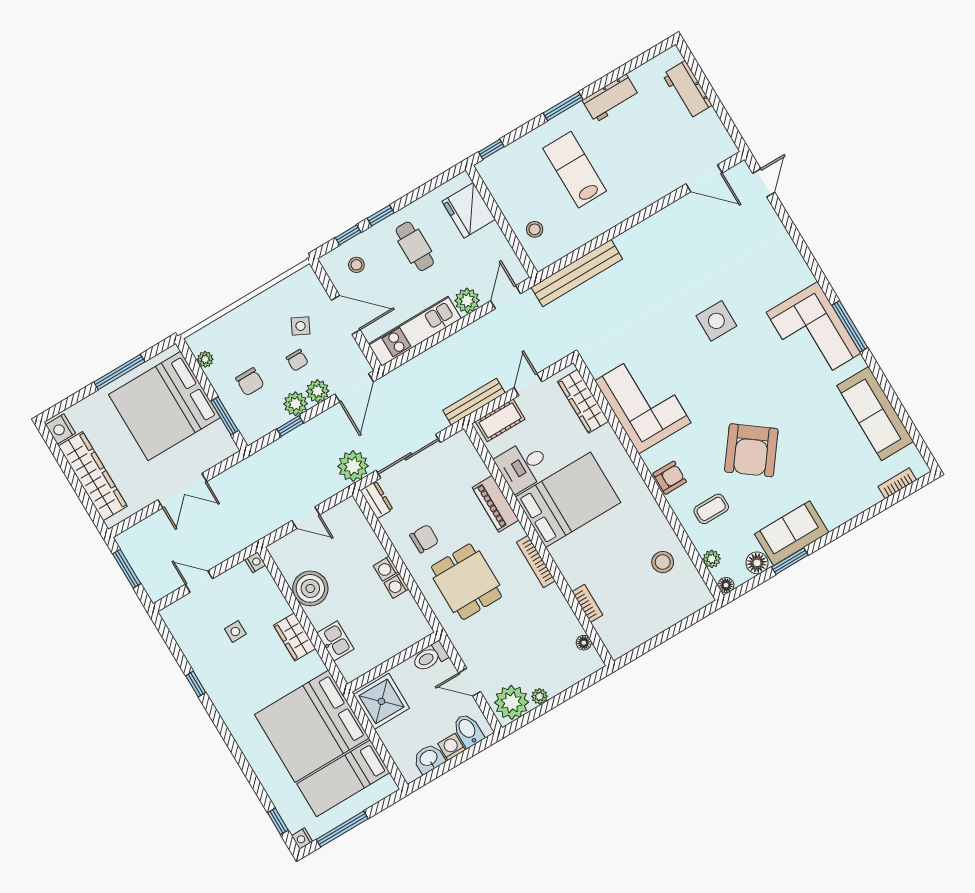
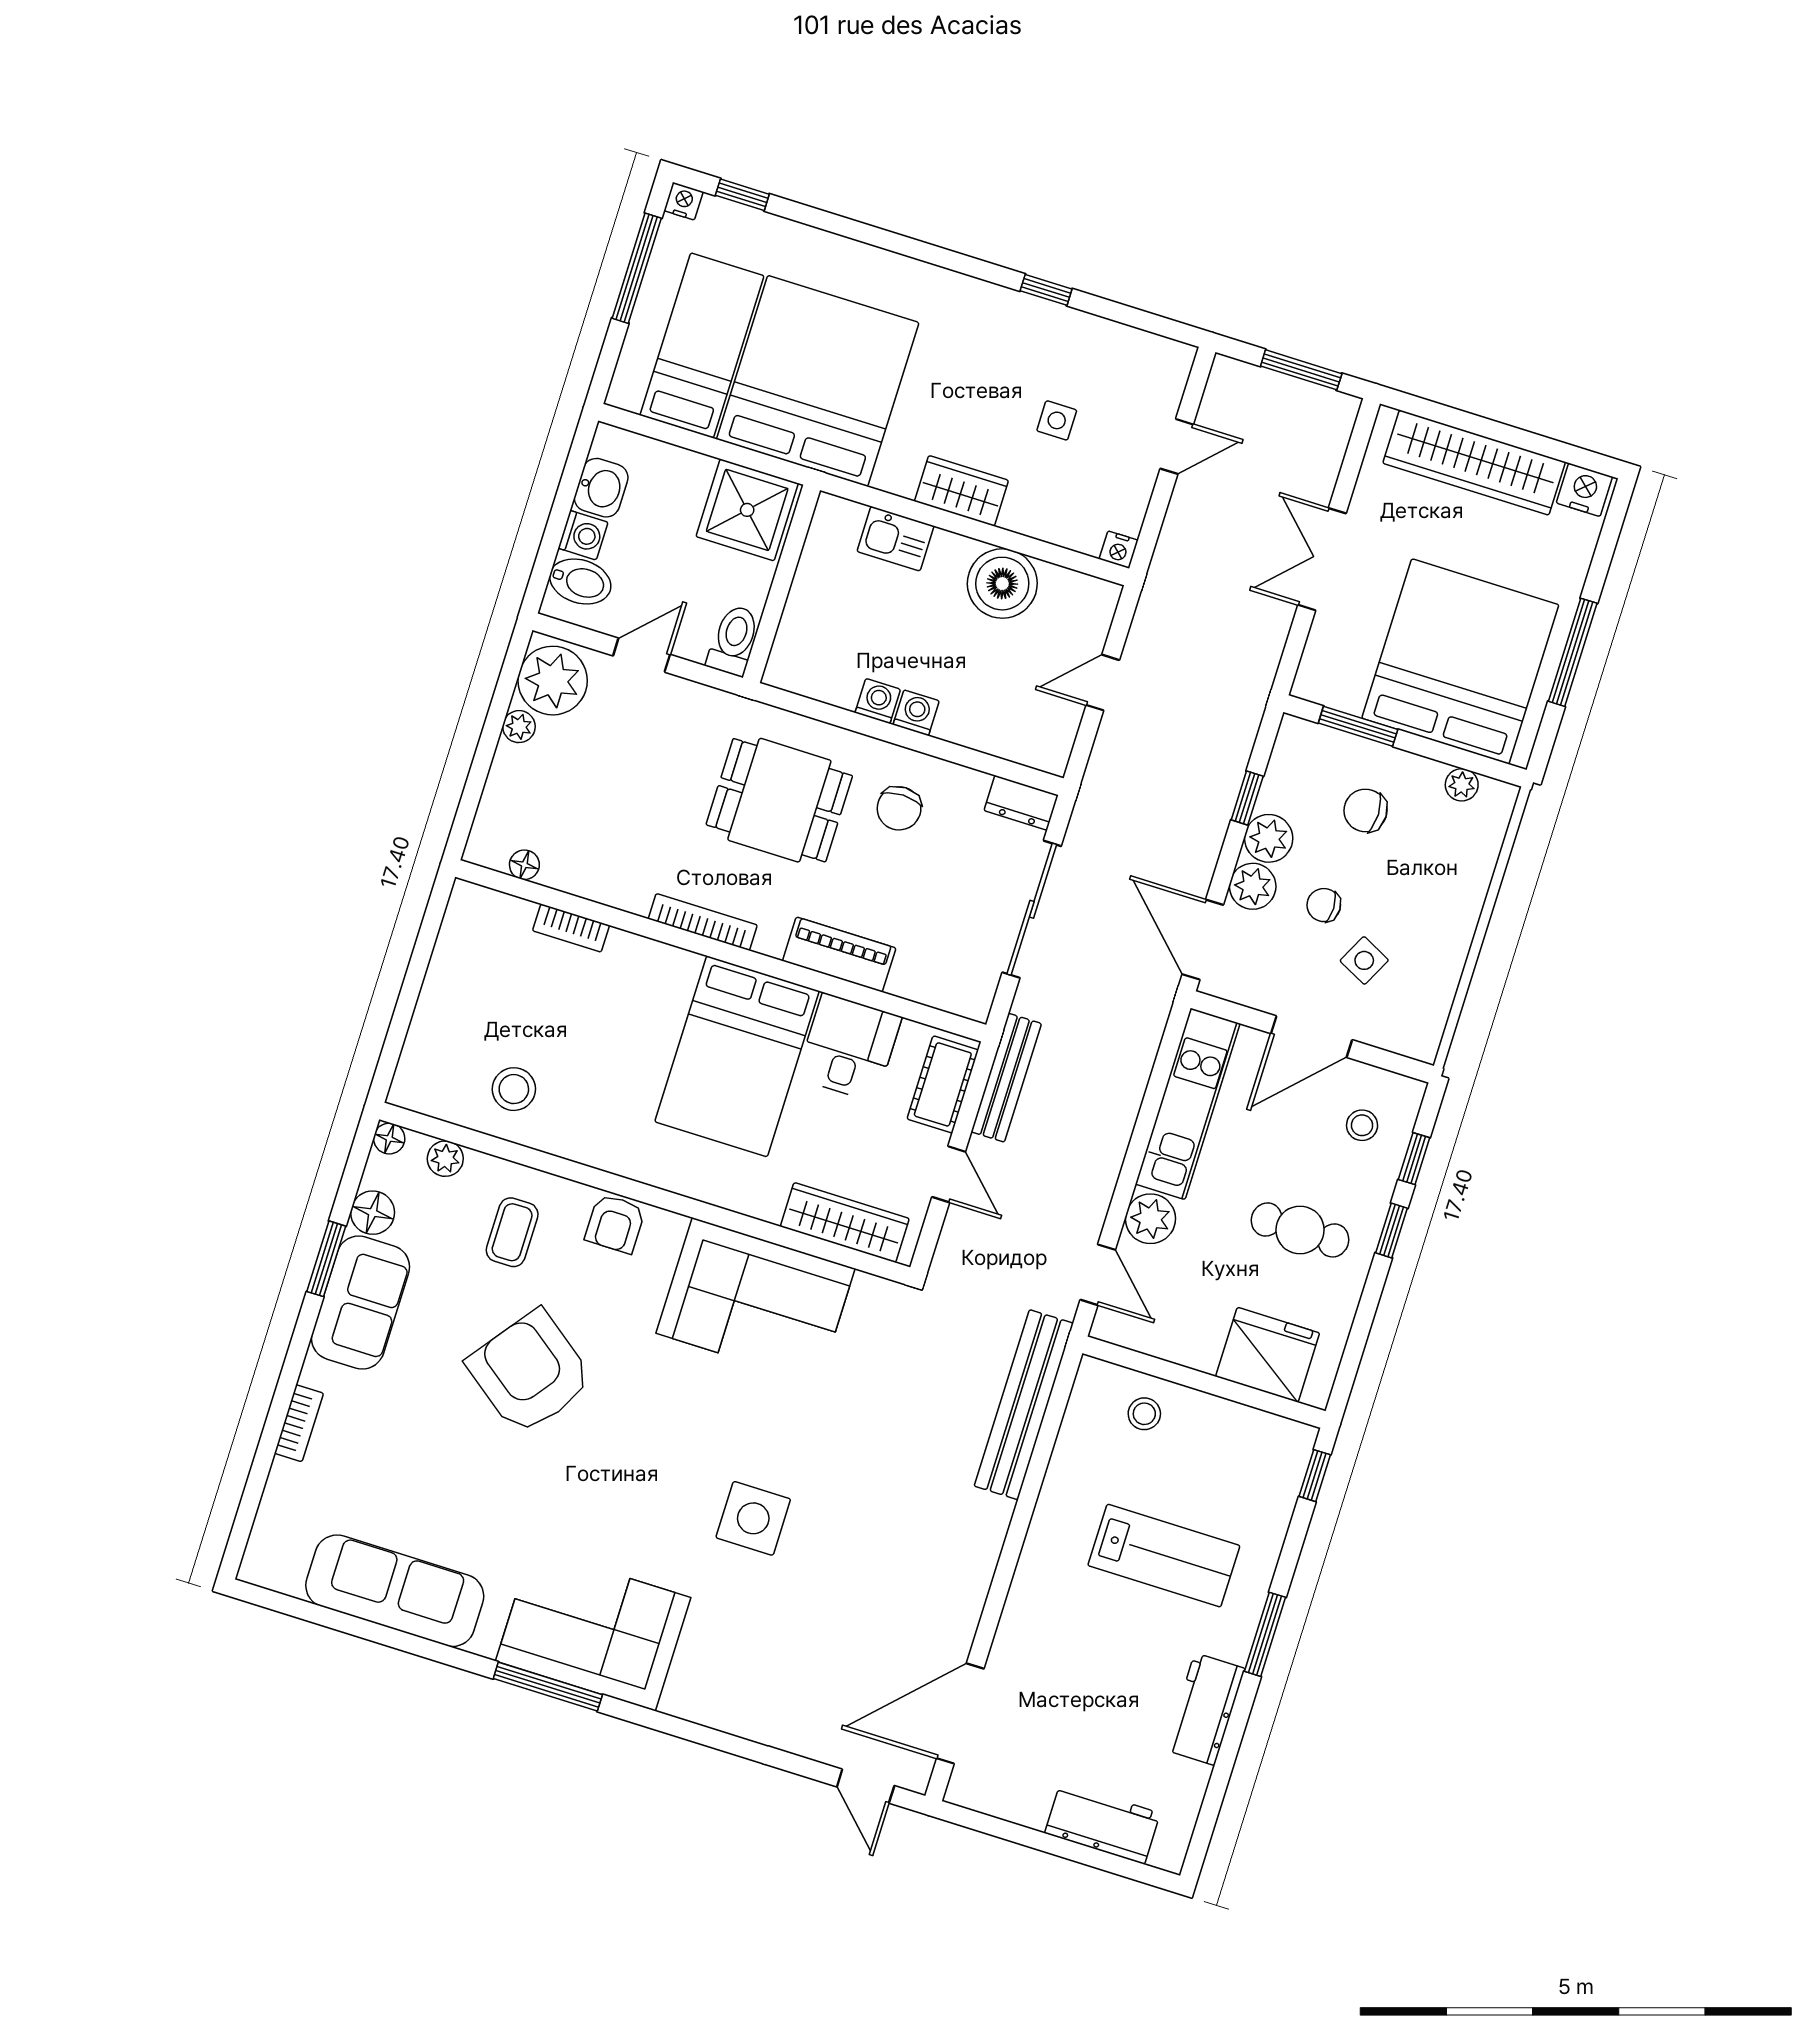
door: (704, 178) -> (960, 1714), width x1.36
plant: (353, 466) -> (1101, 822), removed
bookcase: (897, 483) -> (299, 1423), moved

